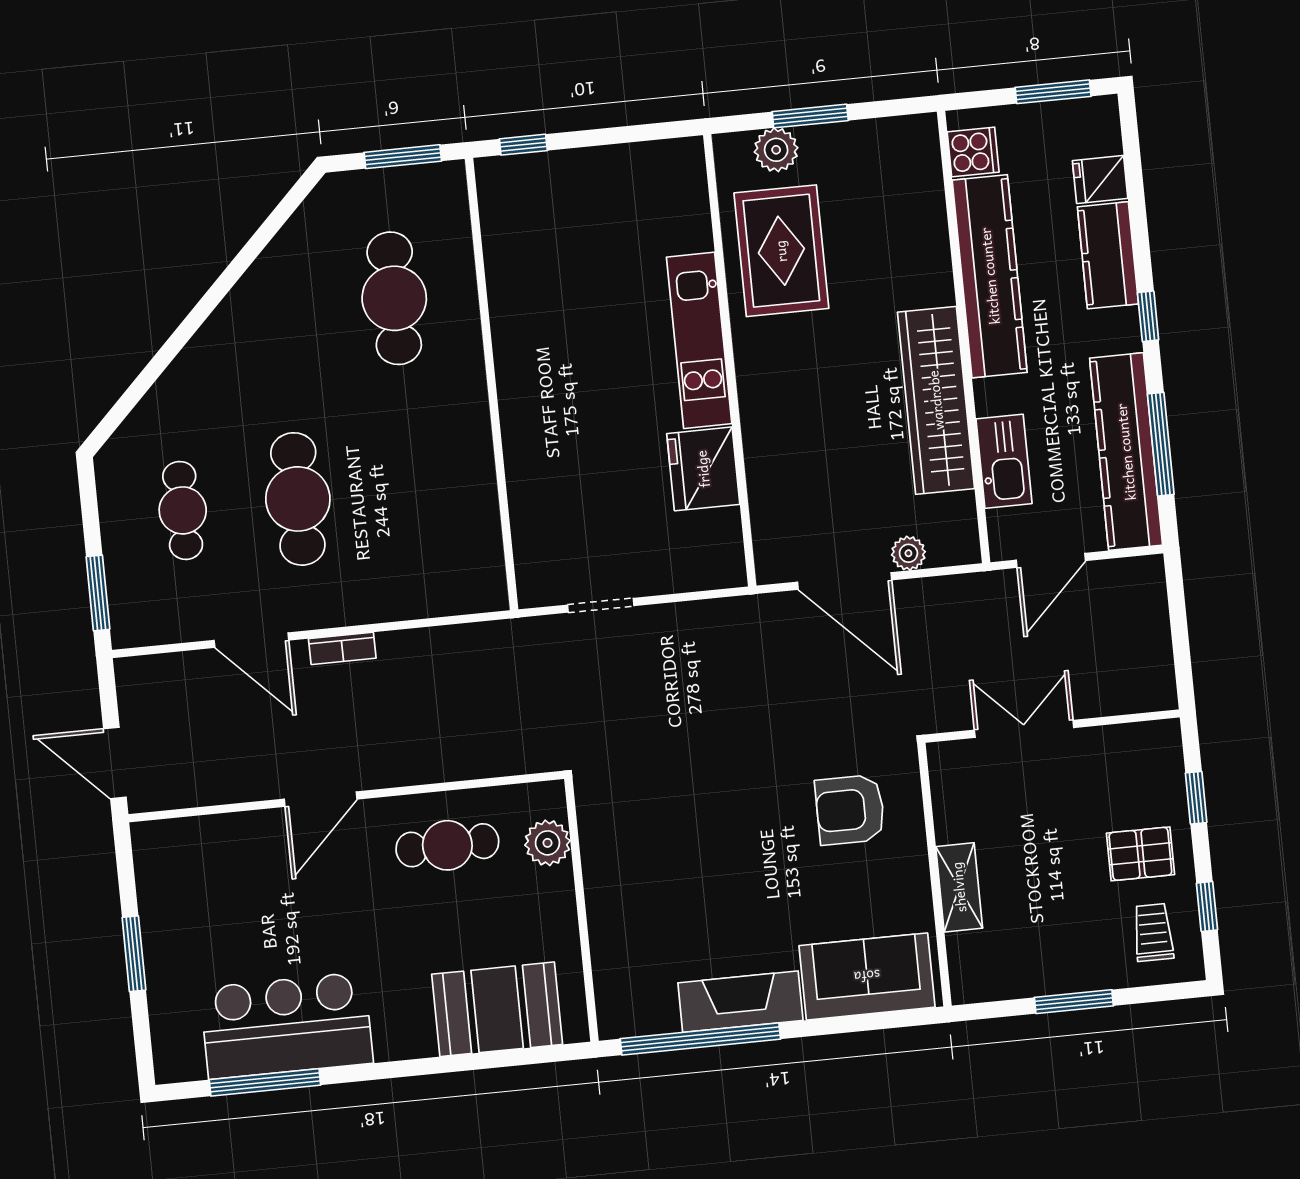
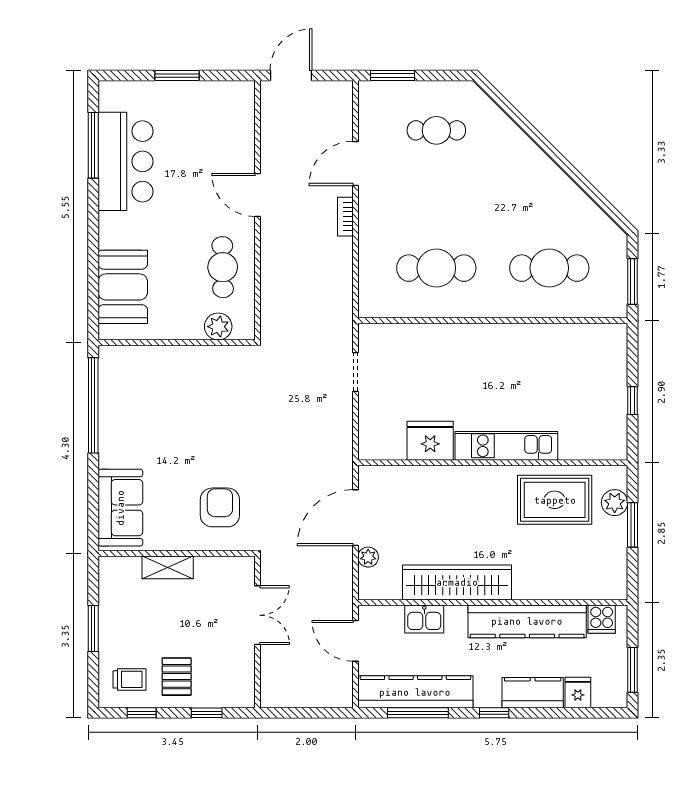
window: (523, 145) -> (633, 401), moved
kitchen sink: (1004, 461) -> (424, 619), width x0.73
cafe table: (298, 499) -> (436, 268), moved
fireplace: (740, 1002) -> (113, 431), removed

